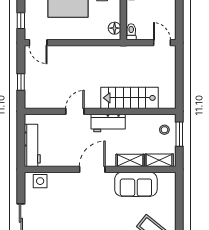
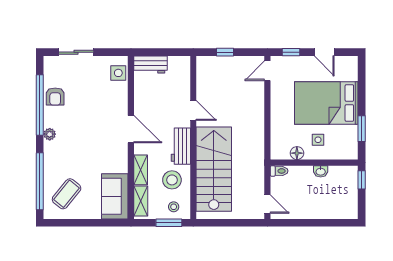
floor lamp: (115, 28) -> (297, 153), moved
door: (162, 43) -> (267, 204), hinge flipped
stairs: (129, 98) -> (214, 169), width x1.36, depth x1.51
stool: (139, 131) -> (172, 180), added
workbench: (32, 145) -> (151, 64), width x0.73
sofa: (136, 184) -> (115, 196), moved

